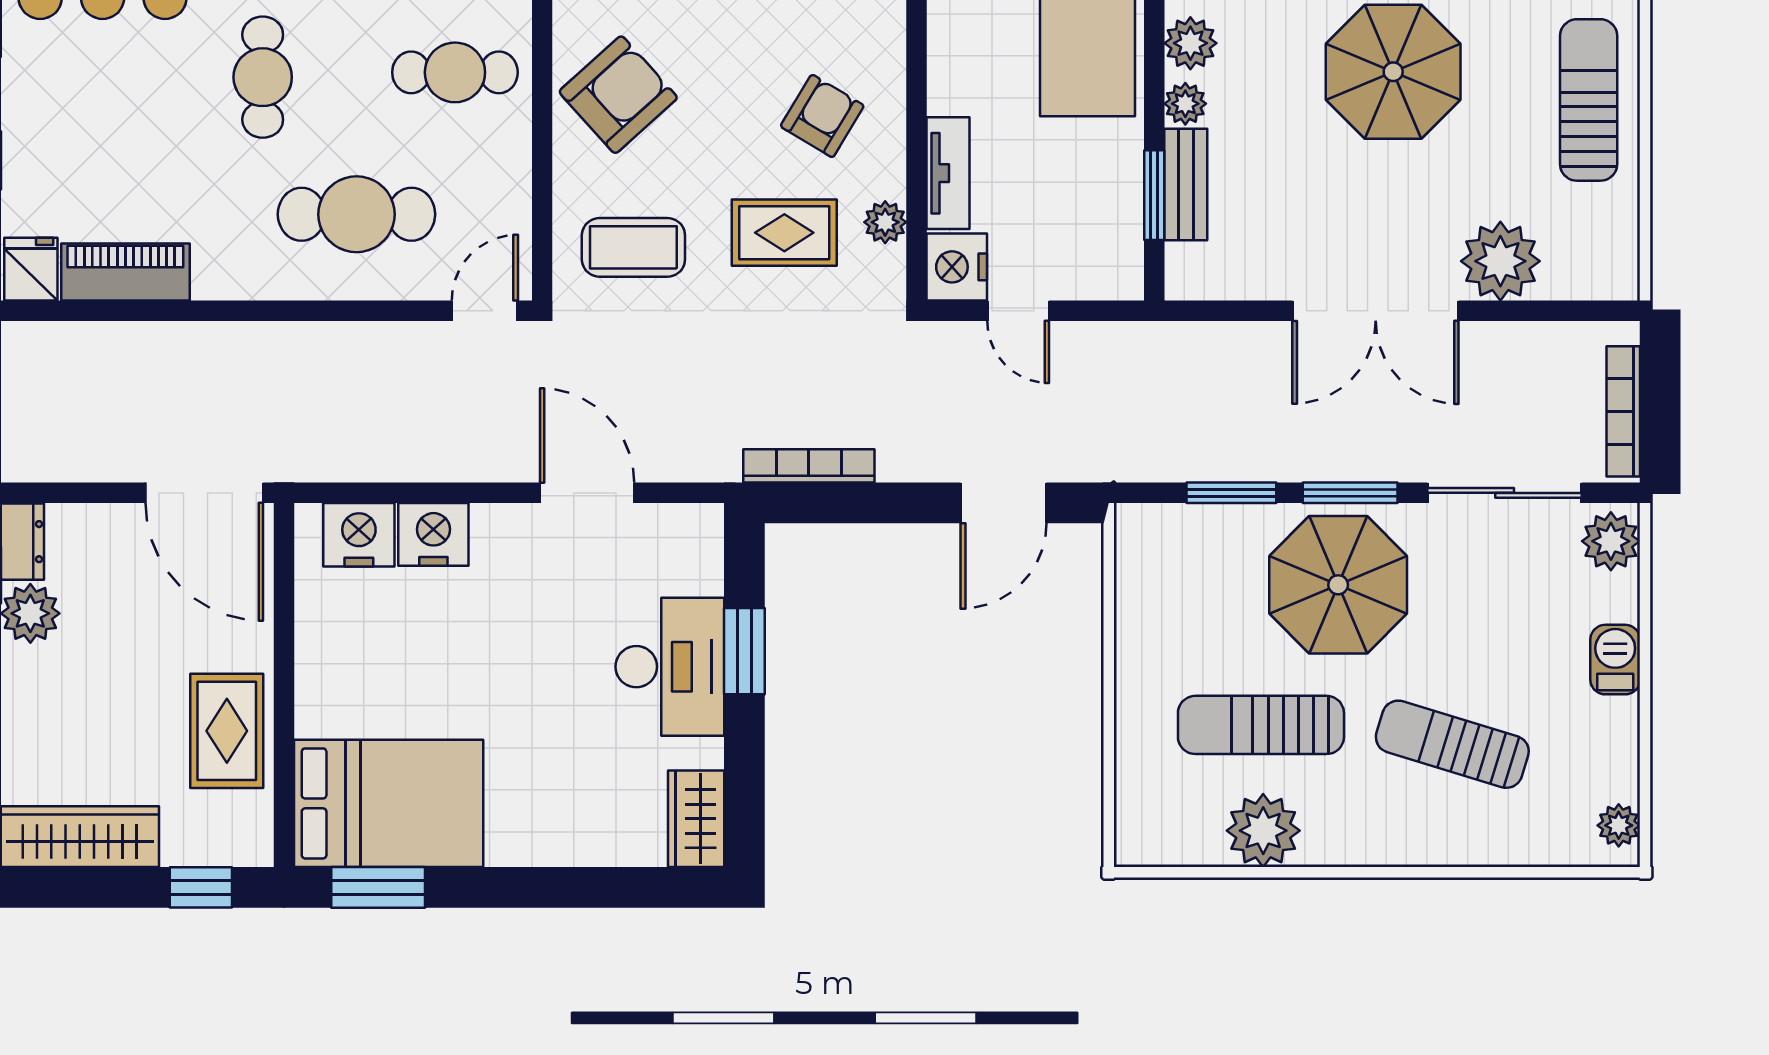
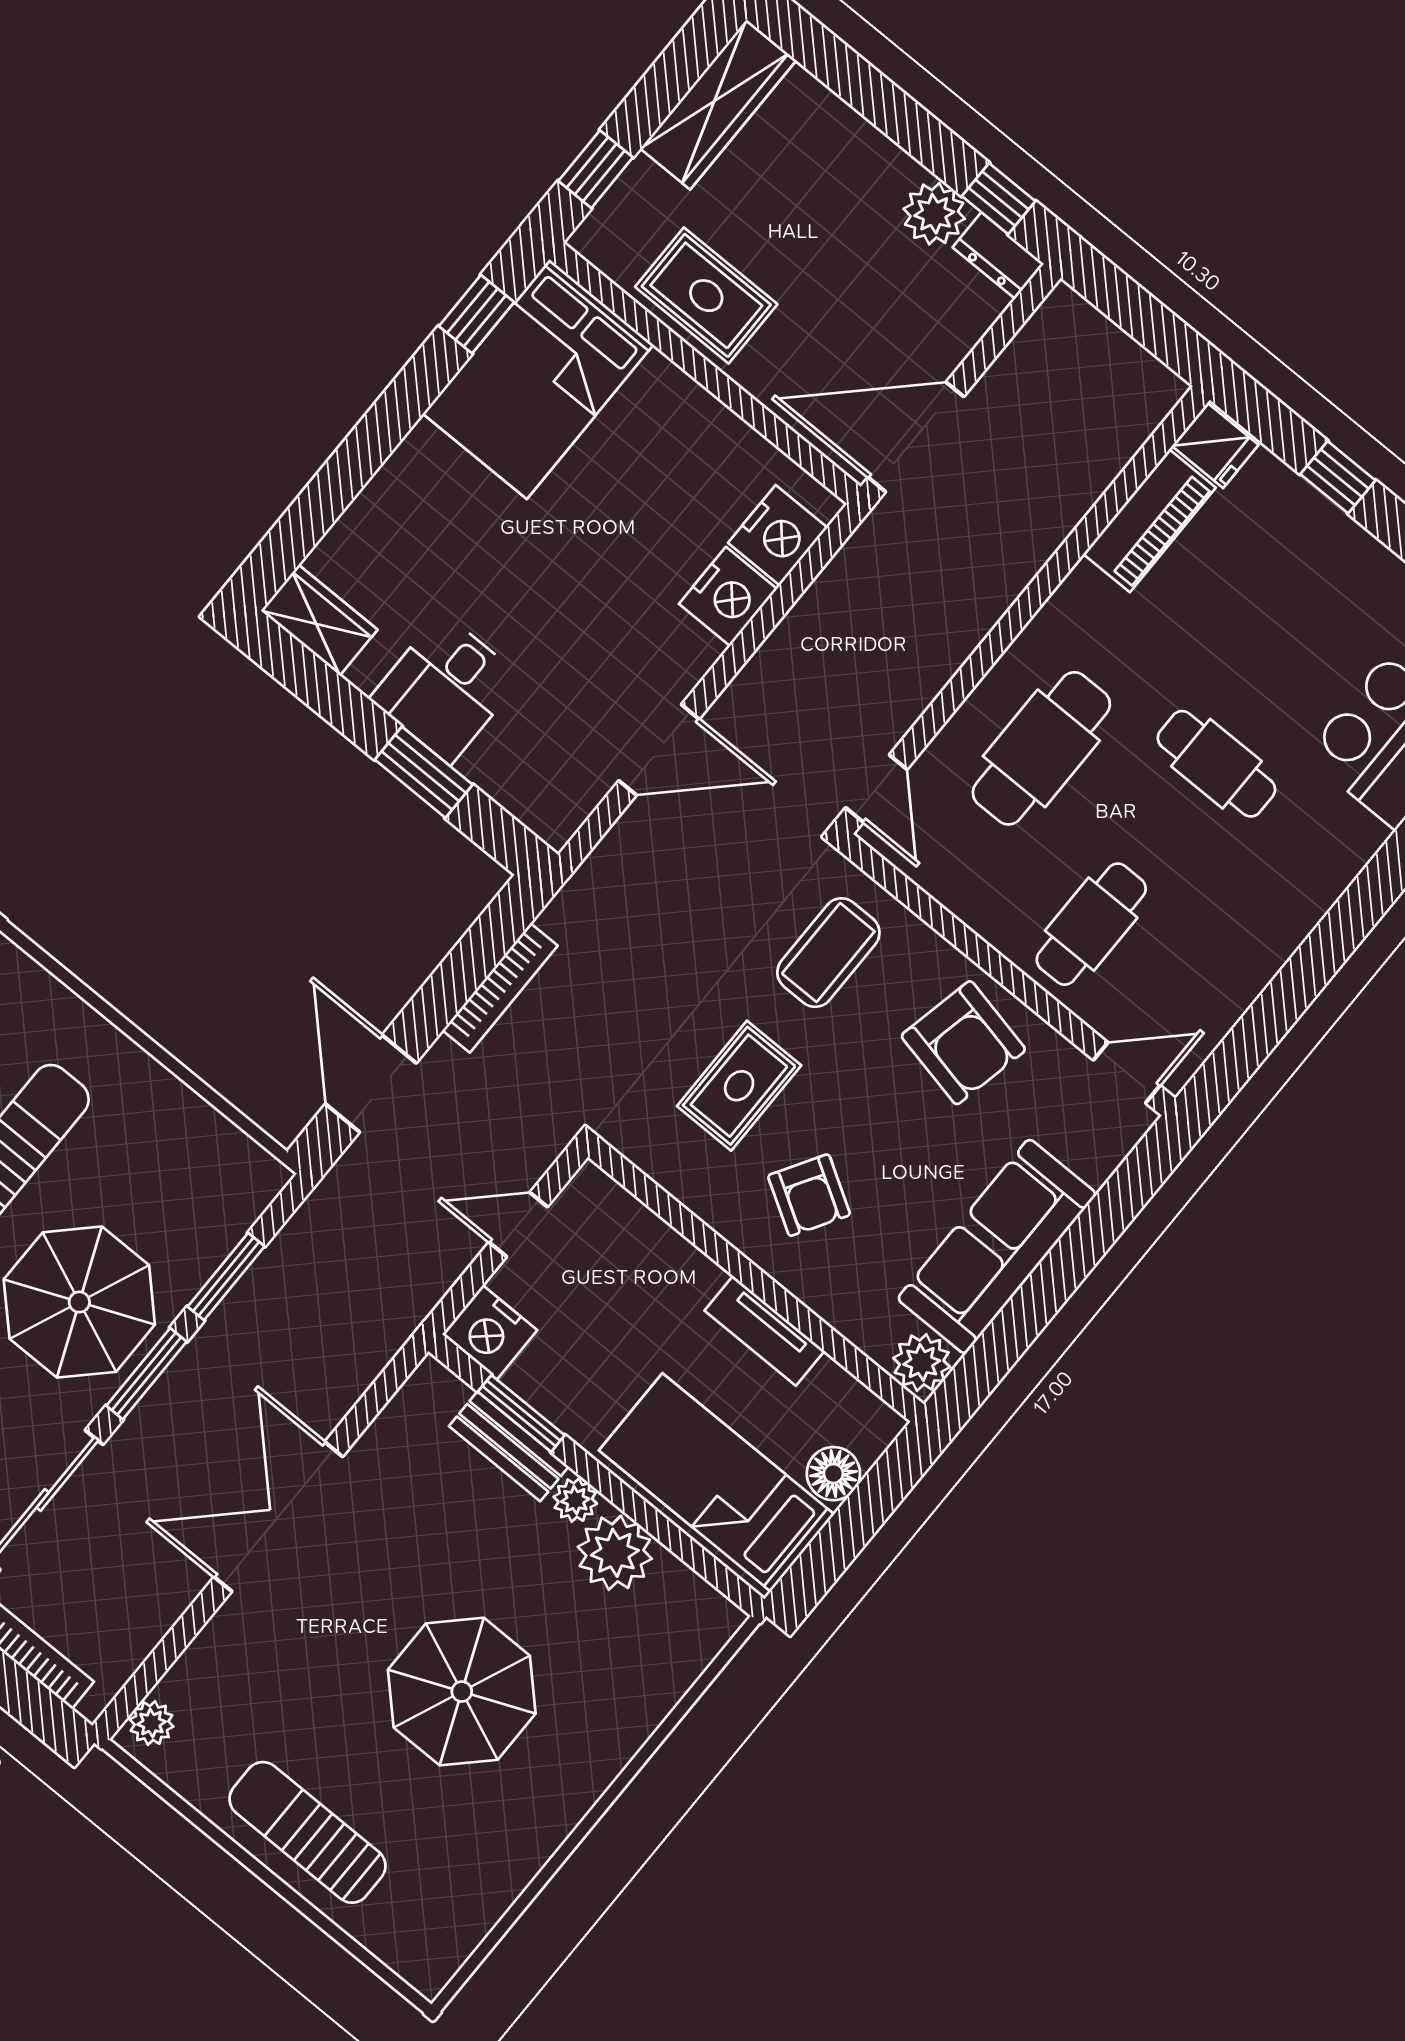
plant: (1190, 43) -> (615, 1553), width x1.36, depth x1.36
armchair: (618, 95) -> (963, 1043), turned -36
sun lounger: (1589, 100) -> (307, 1832), turned 180
tv unit: (948, 173) -> (765, 1331), moved
plant: (885, 222) -> (680, 1175), removed
plant: (1500, 261) -> (151, 1723), moved, width x0.53, depth x0.53
nightstand: (957, 267) -> (490, 1332), moved, turned 180
bookcase: (809, 466) -> (500, 988), moved
desk: (670, 667) -> (446, 688), width x0.73
window: (378, 887) -> (477, 314), width x0.67

